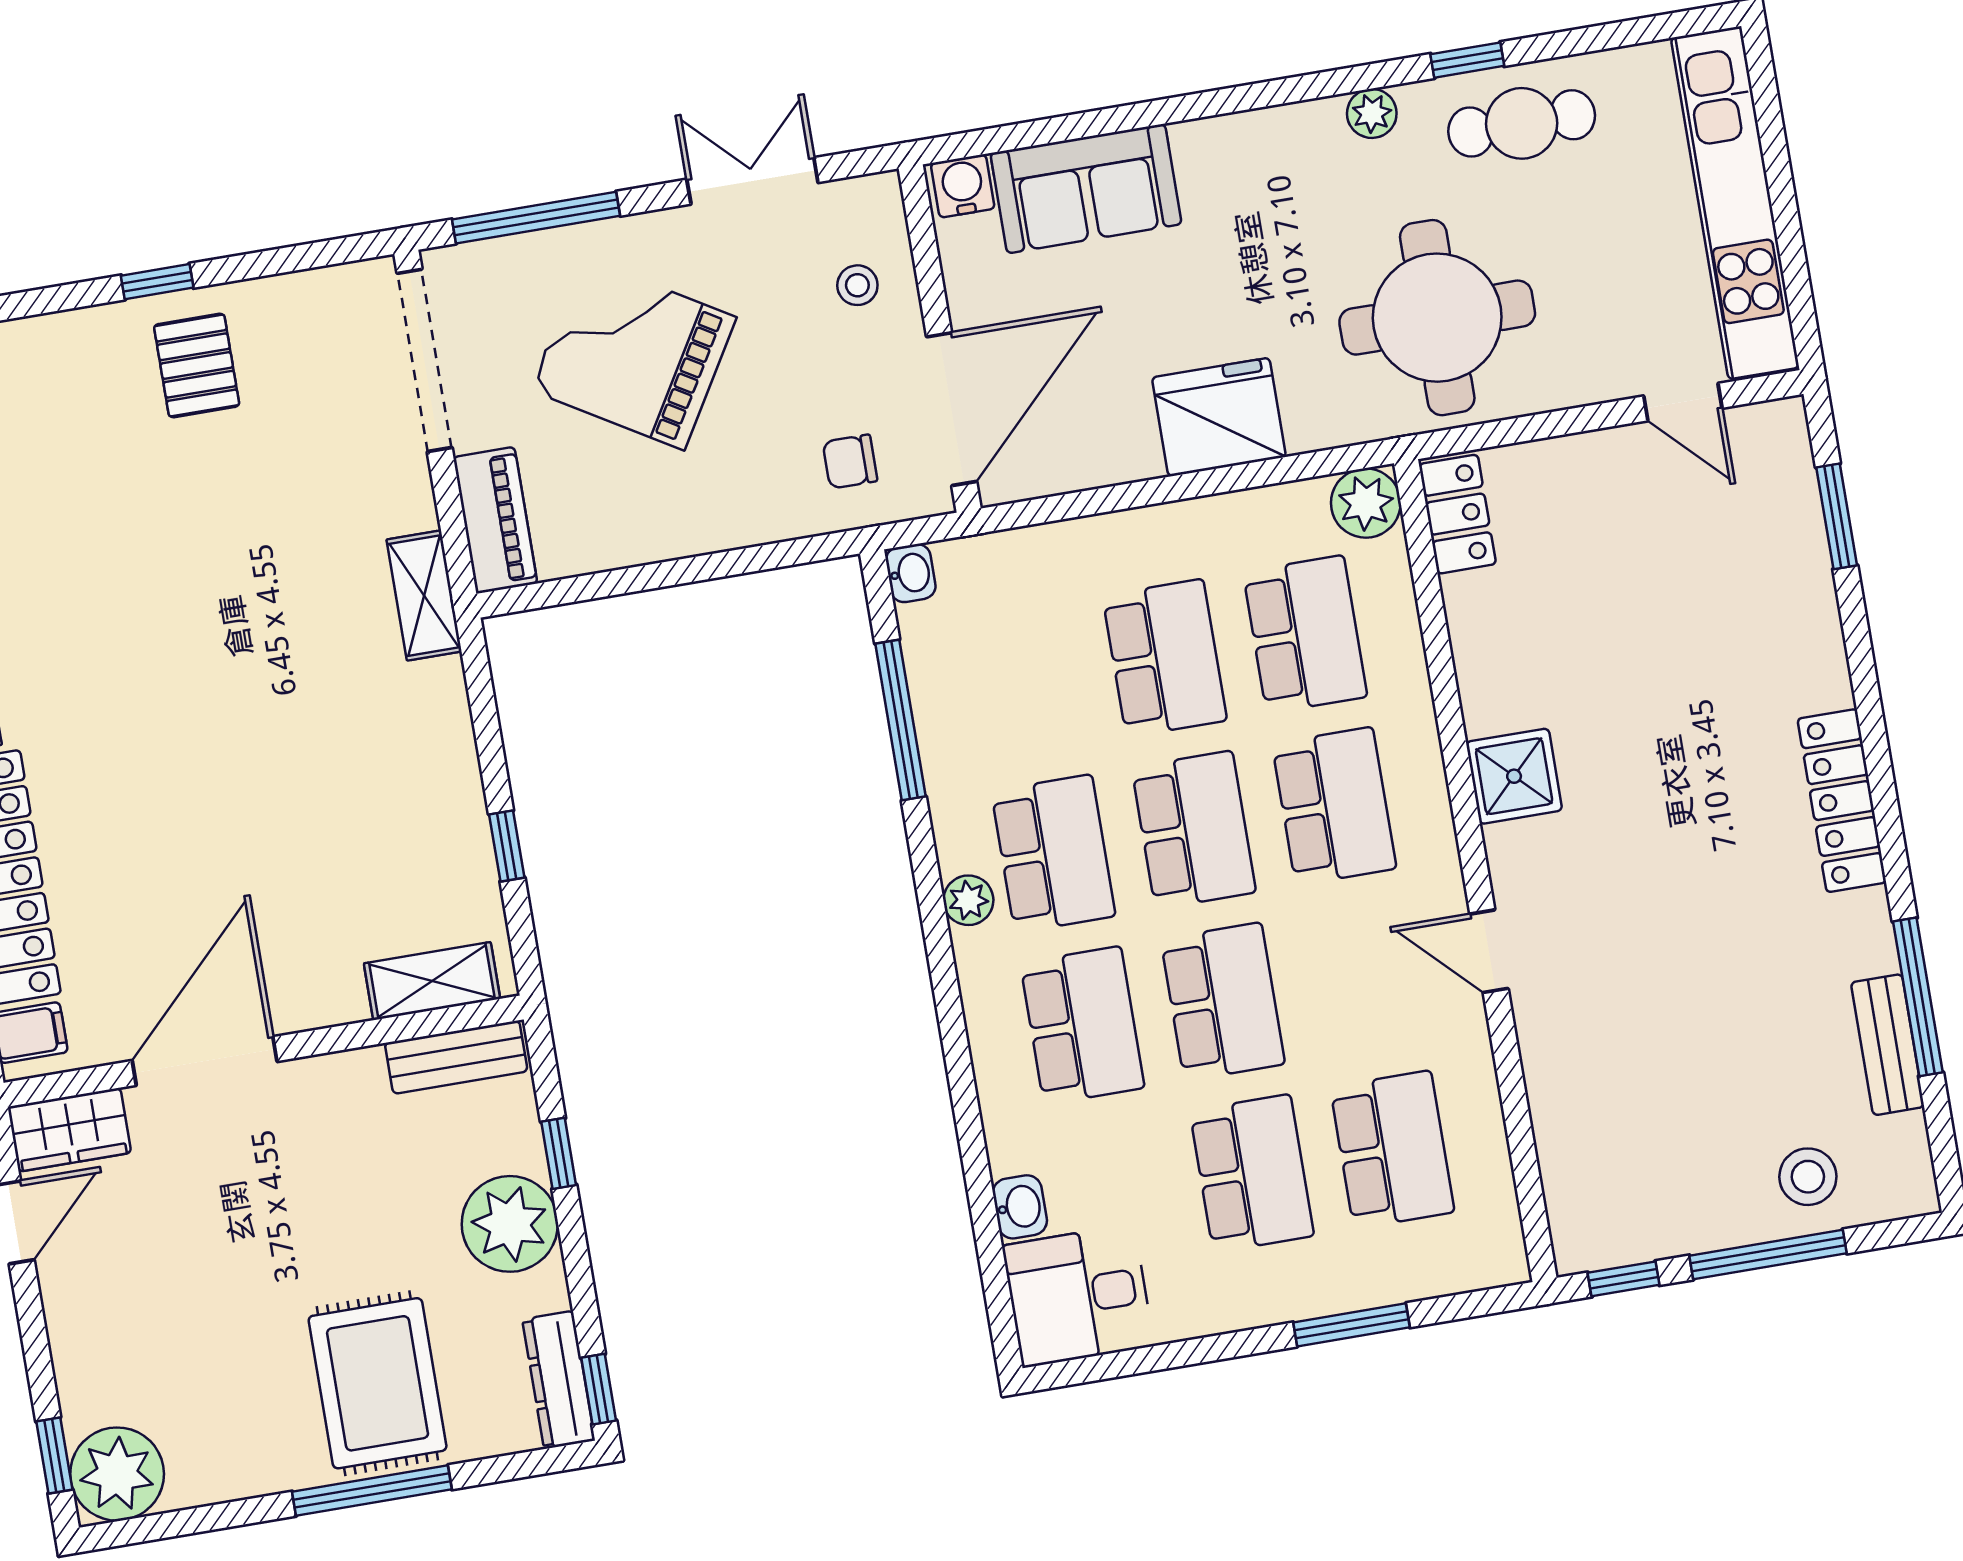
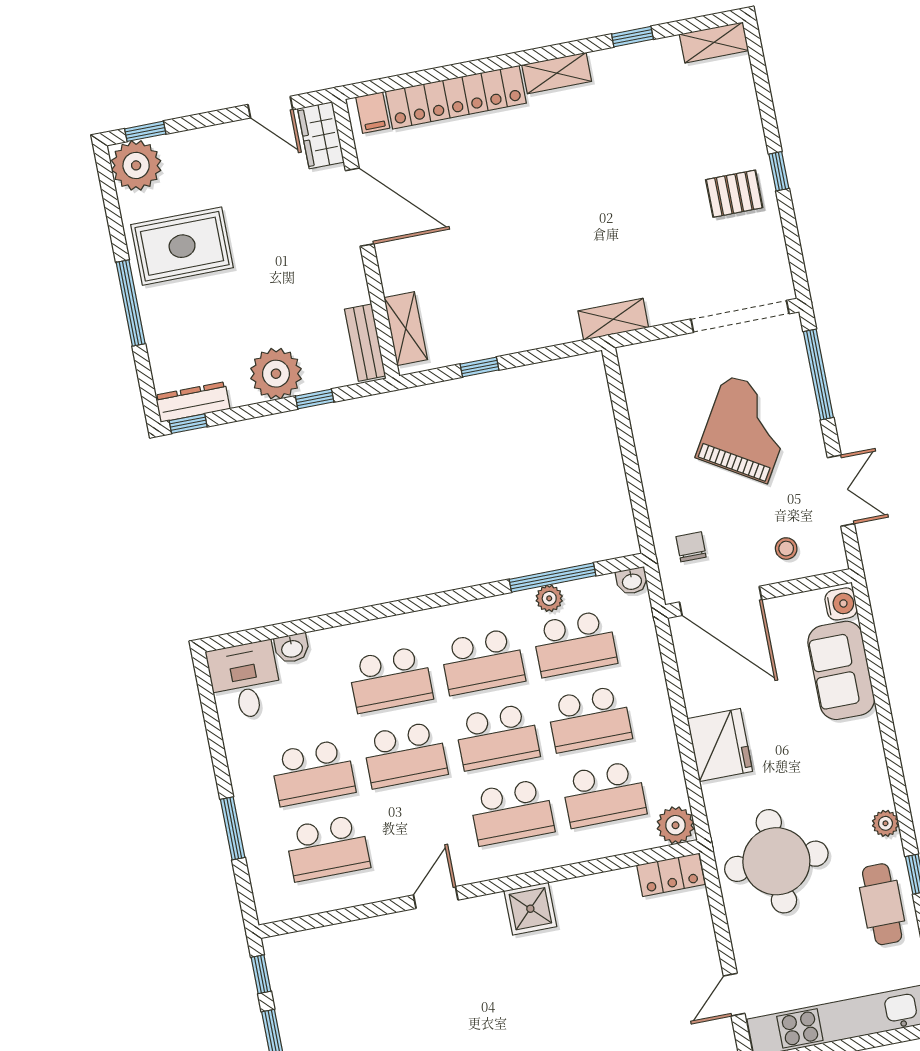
piano: (495, 520) -> (655, 357), removed
school desk: (1024, 682) -> (575, 644), added
plant: (968, 900) -> (549, 598), moved
rug: (378, 1383) -> (182, 246), moved

